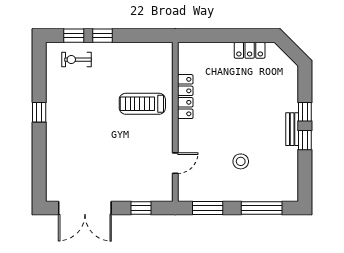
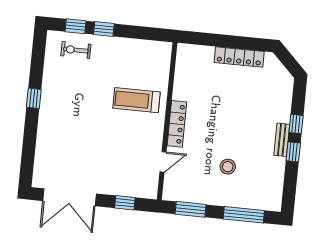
locker: (250, 50) -> (239, 57), width x1.53
locker: (185, 97) -> (177, 124), moved

